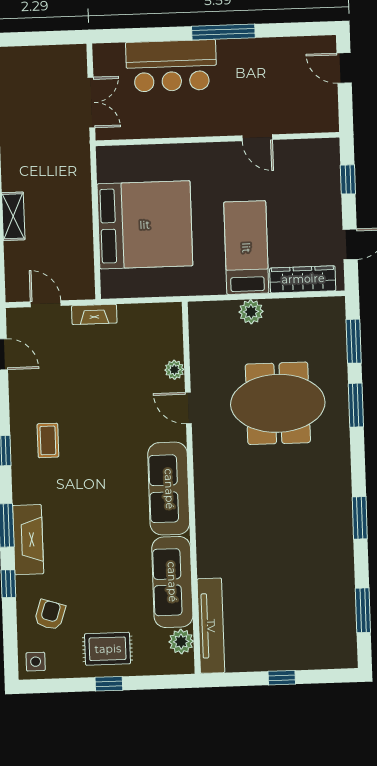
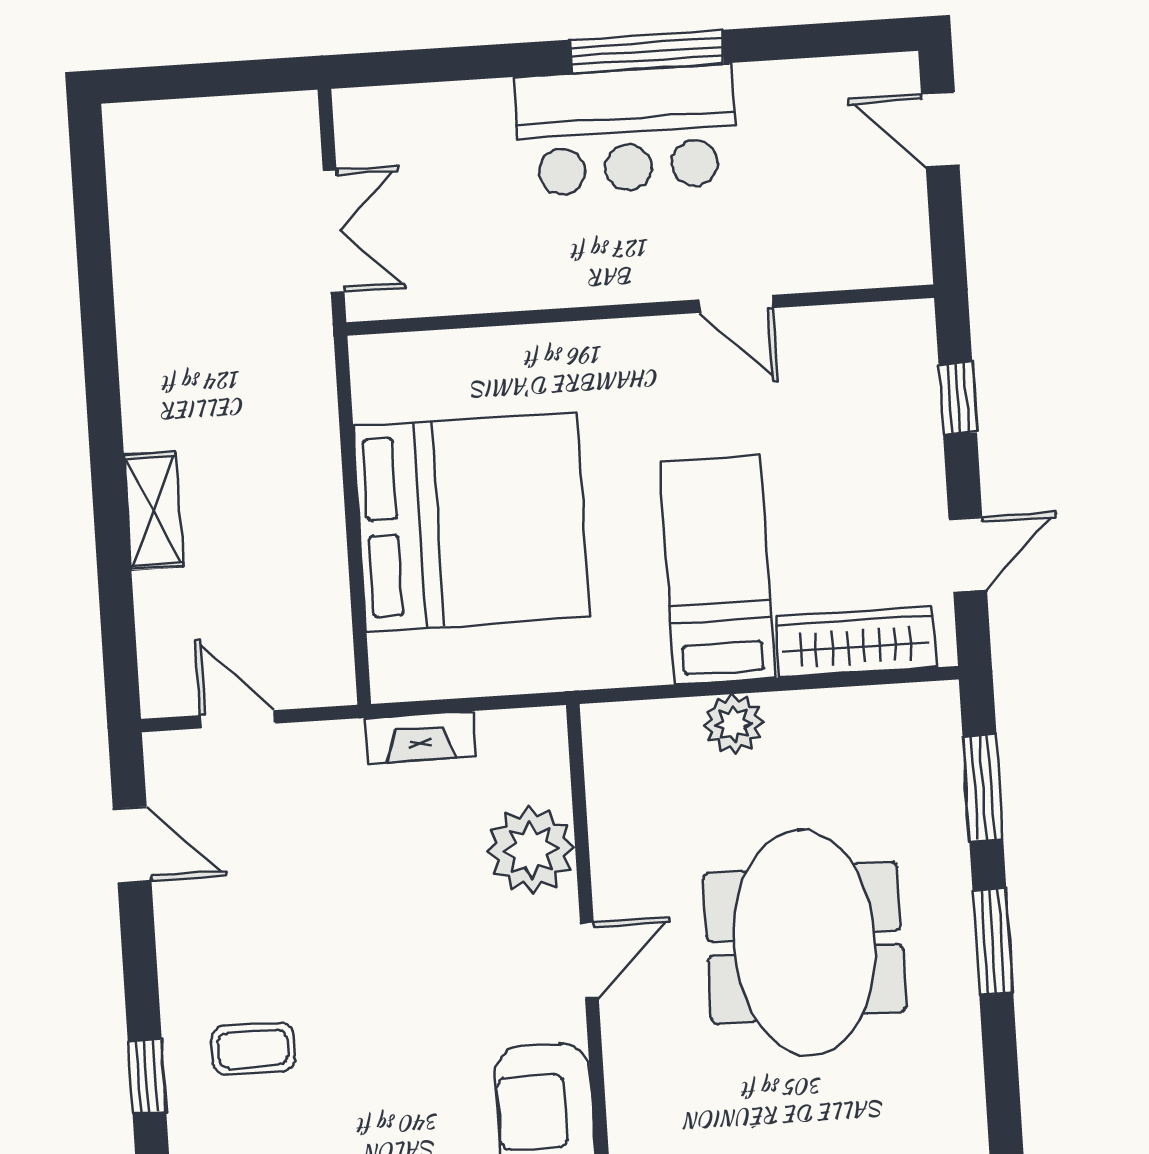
bar counter: (171, 66) -> (626, 130), moved
fireplace: (94, 314) -> (420, 737), moved
plant: (174, 370) -> (531, 850), width x1.88, depth x1.88
meeting table: (278, 403) -> (805, 943), turned 90
door: (188, 408) -> (589, 961), swing flipped
coffee table: (48, 440) -> (253, 1049), turned 90

